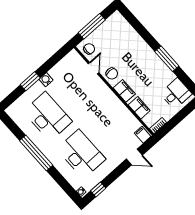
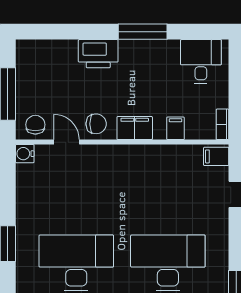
printer: (141, 49) -> (98, 54), added
water cooler: (46, 80) -> (25, 154), moved
filing cabinet: (139, 108) -> (176, 128), width x0.50

